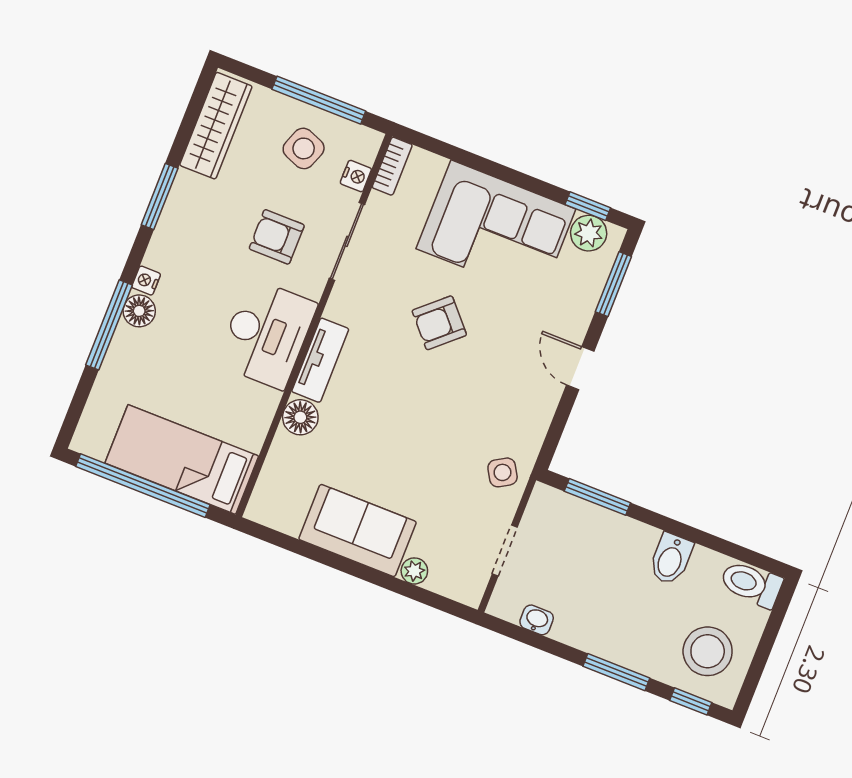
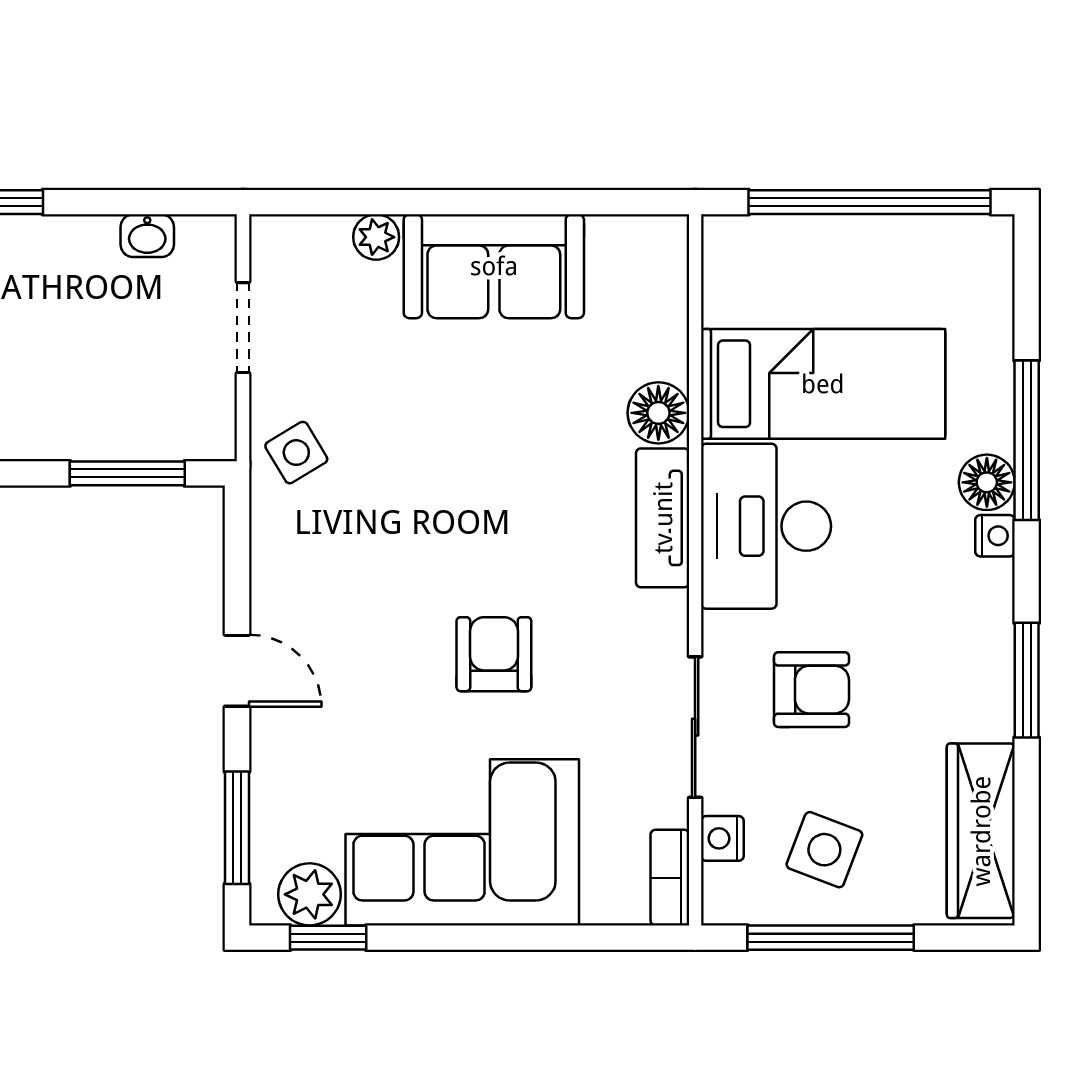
armchair: (439, 323) -> (494, 654), turned -48
bed: (182, 460) -> (823, 384), moved

